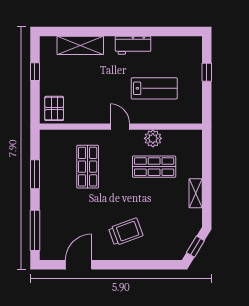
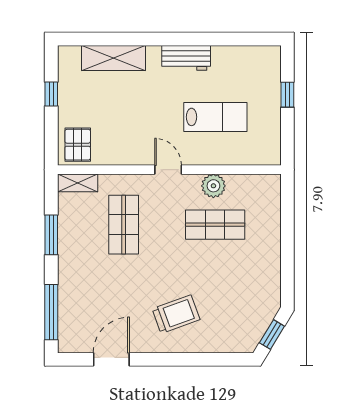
shelving: (196, 193) -> (78, 183), moved, turned 90

